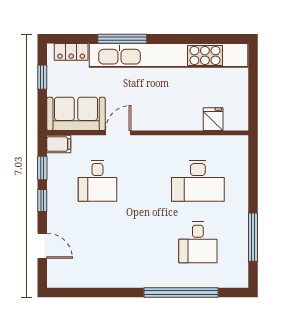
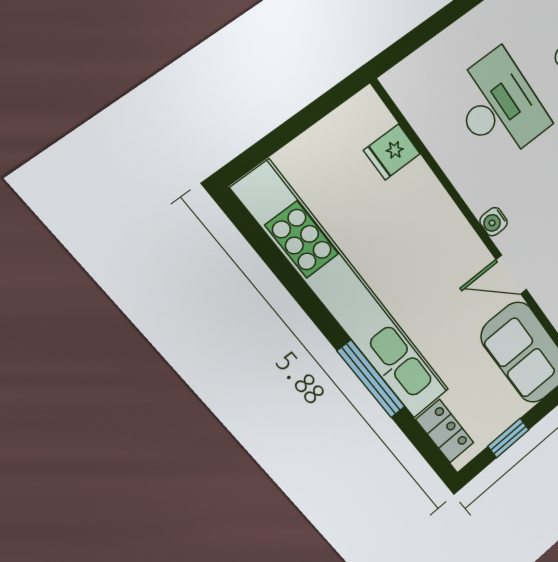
water cooler: (149, 142) -> (494, 222), added

